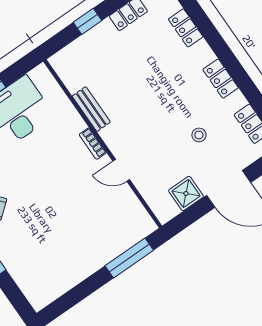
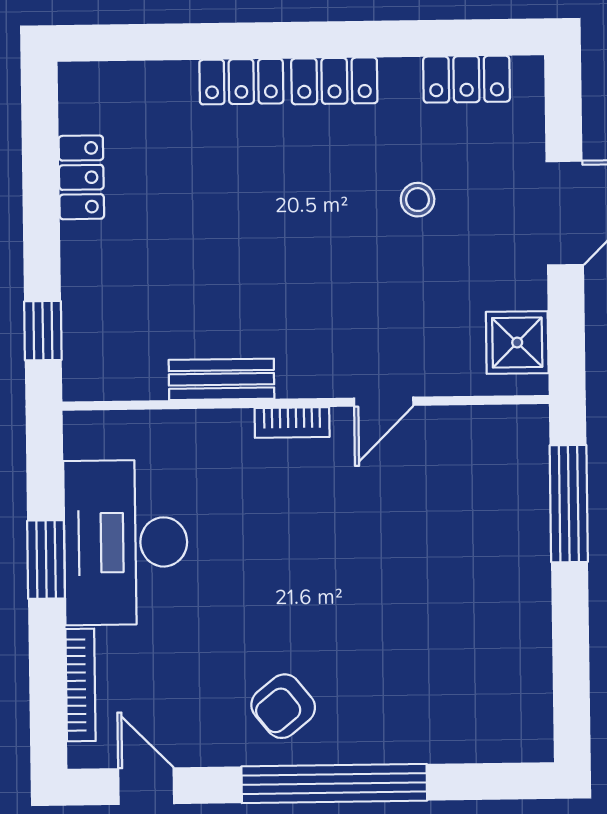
window: (88, 21) -> (43, 331), moved
locker: (186, 28) -> (241, 82), moved
shower: (186, 193) -> (517, 343), moved

